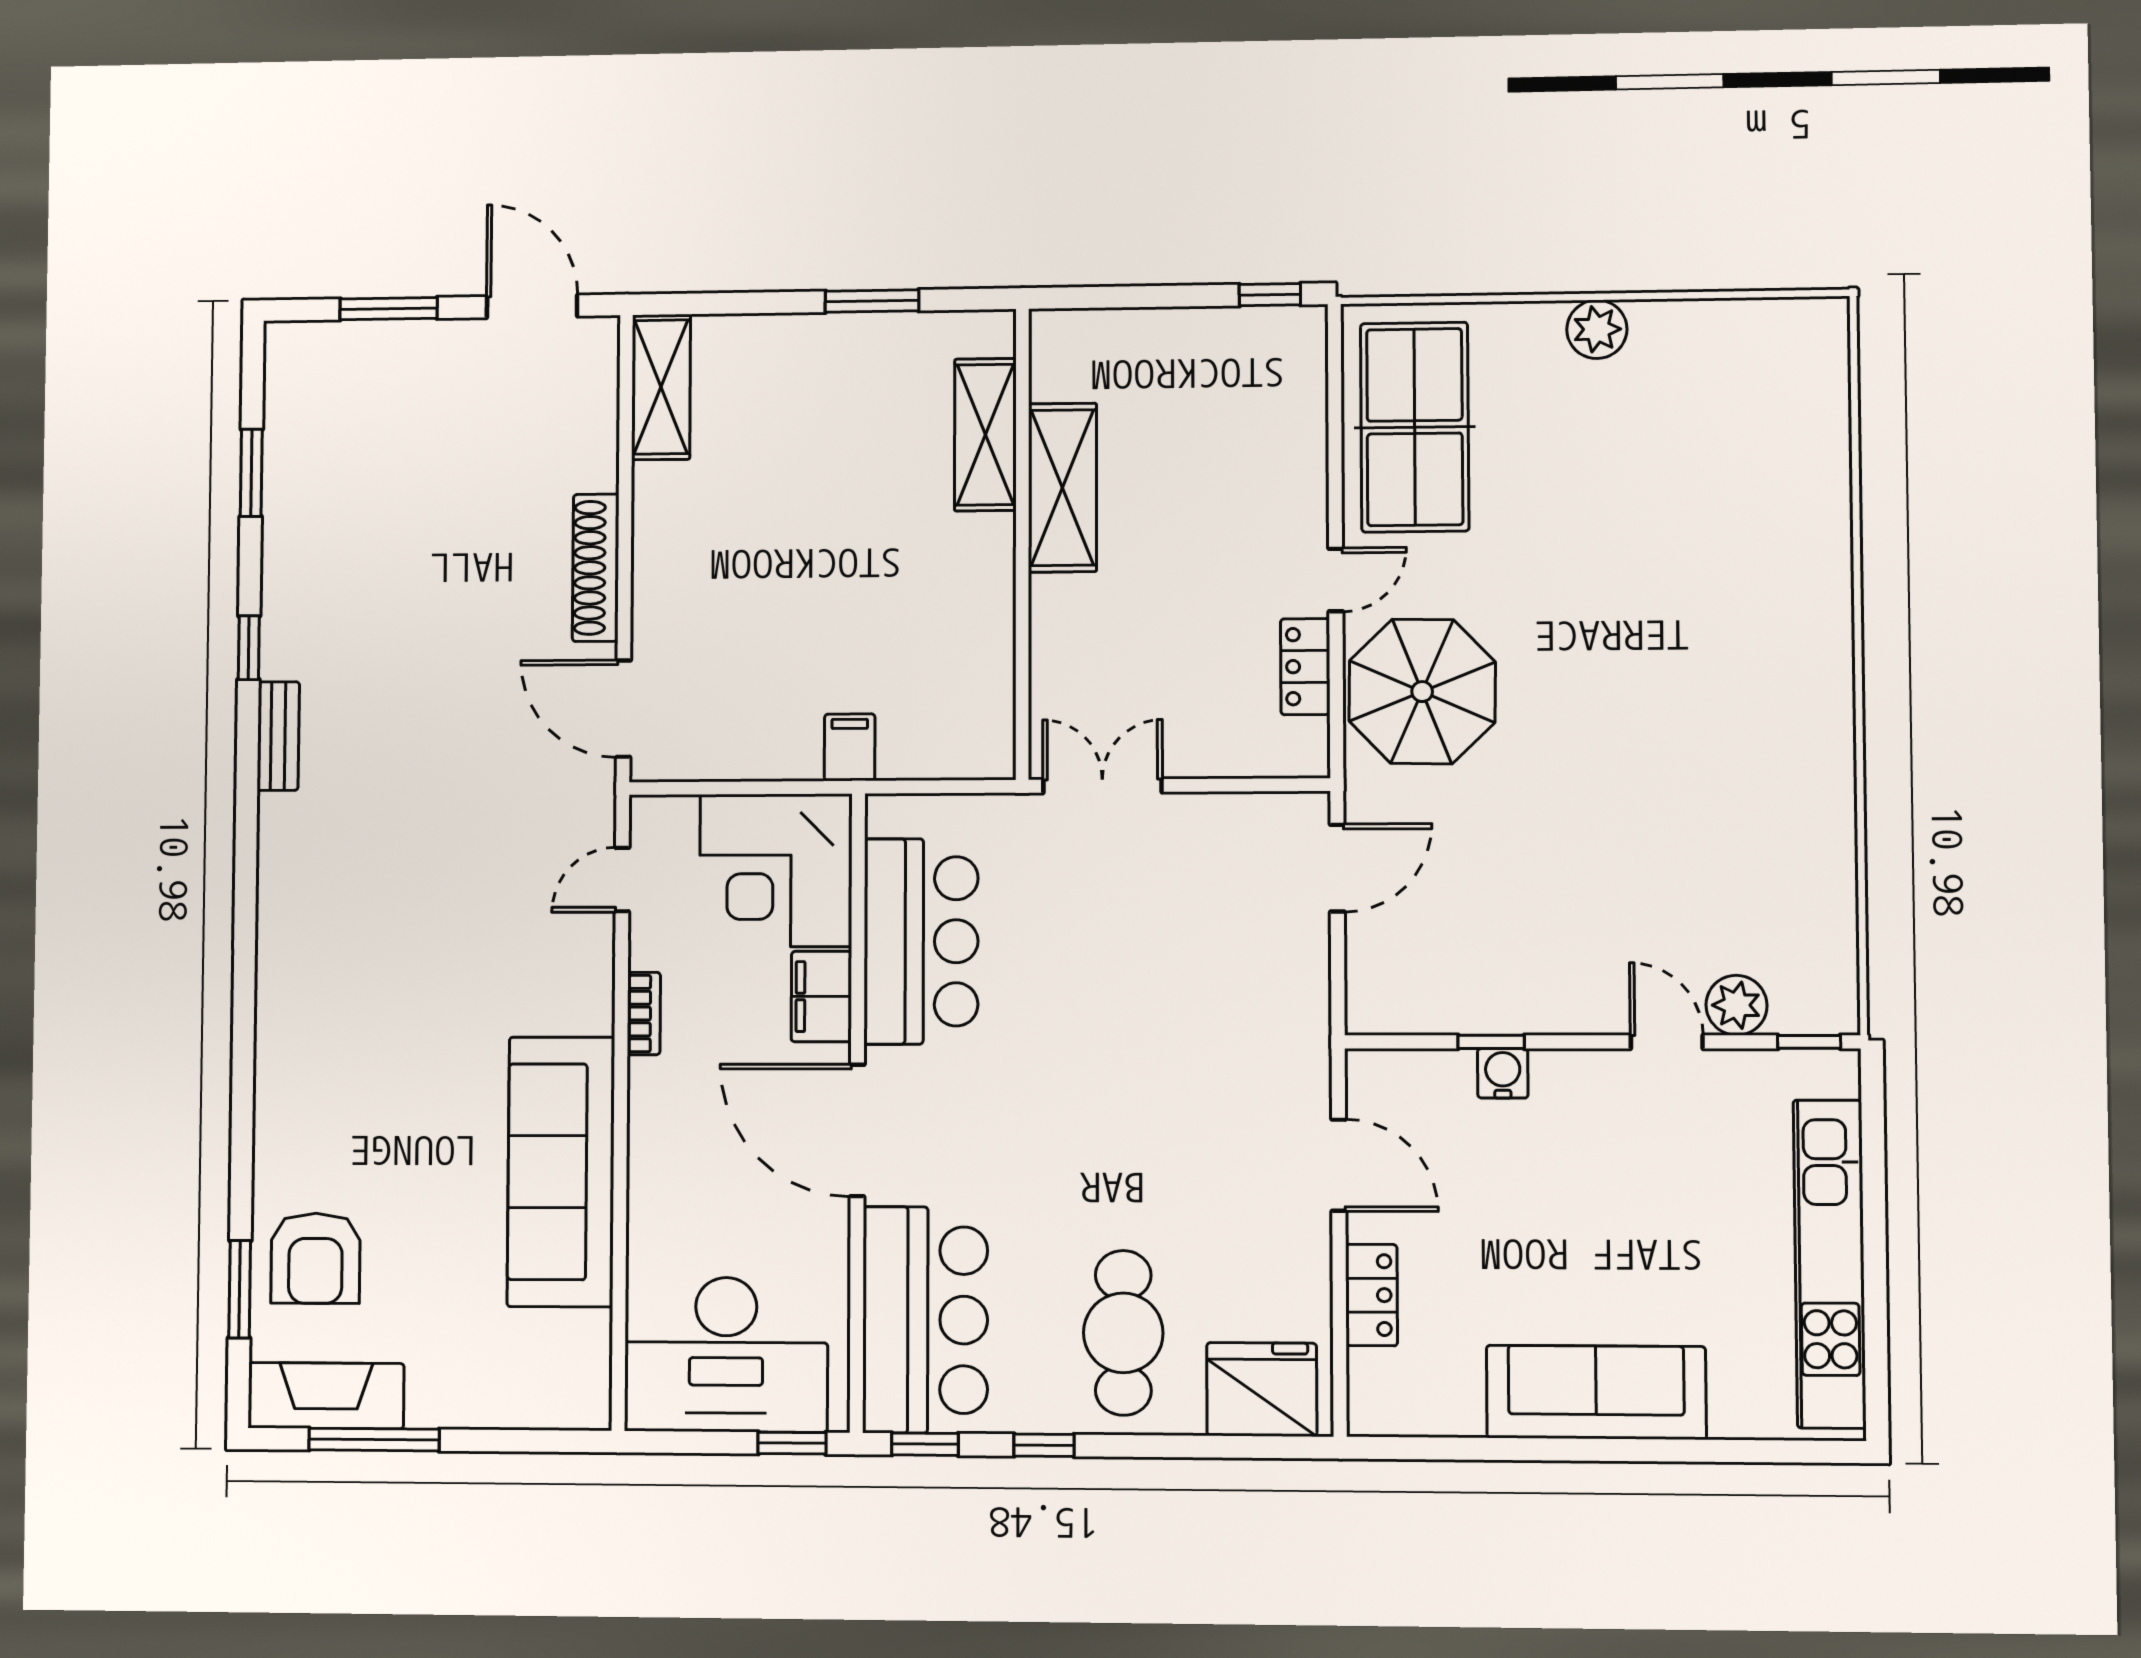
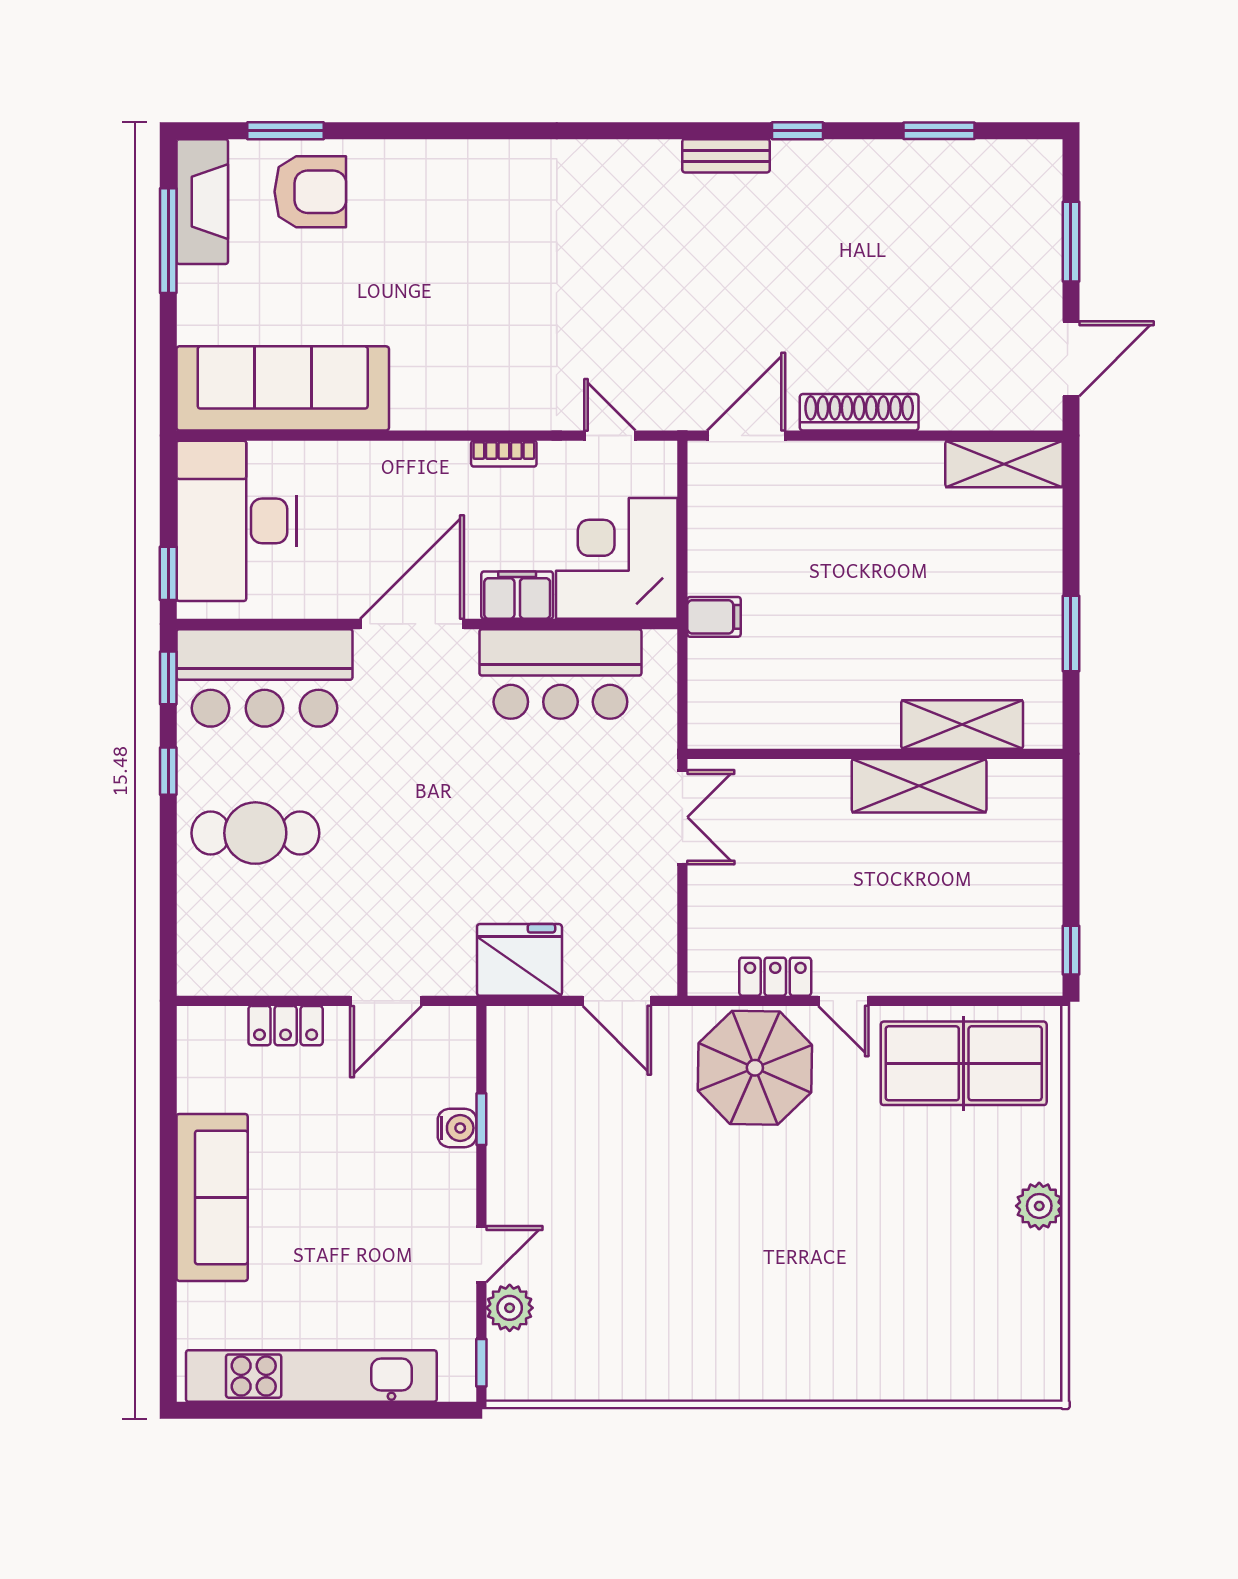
sofa: (561, 1172) -> (283, 388), moved
armchair: (315, 1258) -> (310, 192), turned 180
fridge: (1262, 1389) -> (519, 960), moved, turned -90

